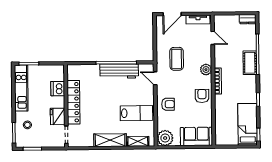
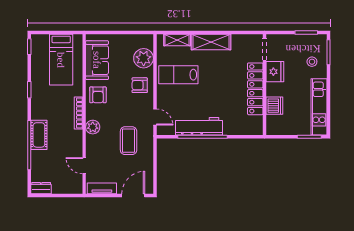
bed: (248, 124) -> (61, 60), moved
sofa: (196, 136) -> (97, 60), moved, turned -90
plant: (165, 138) -> (144, 58), moved

